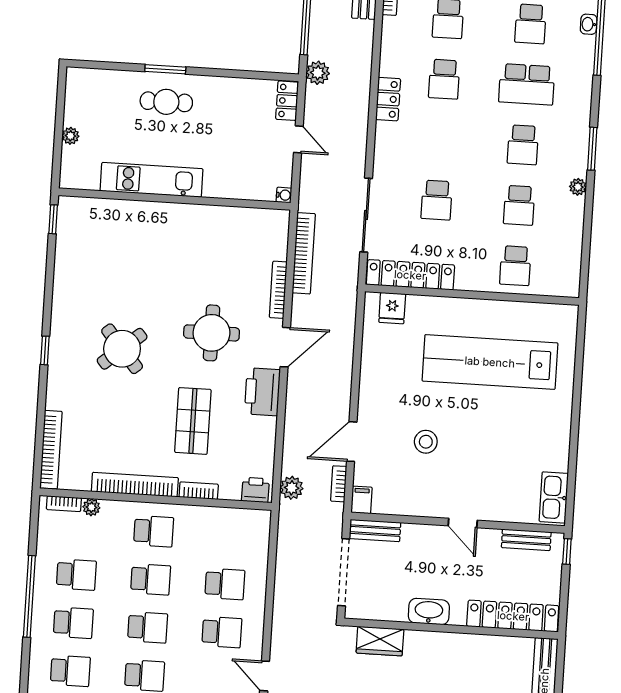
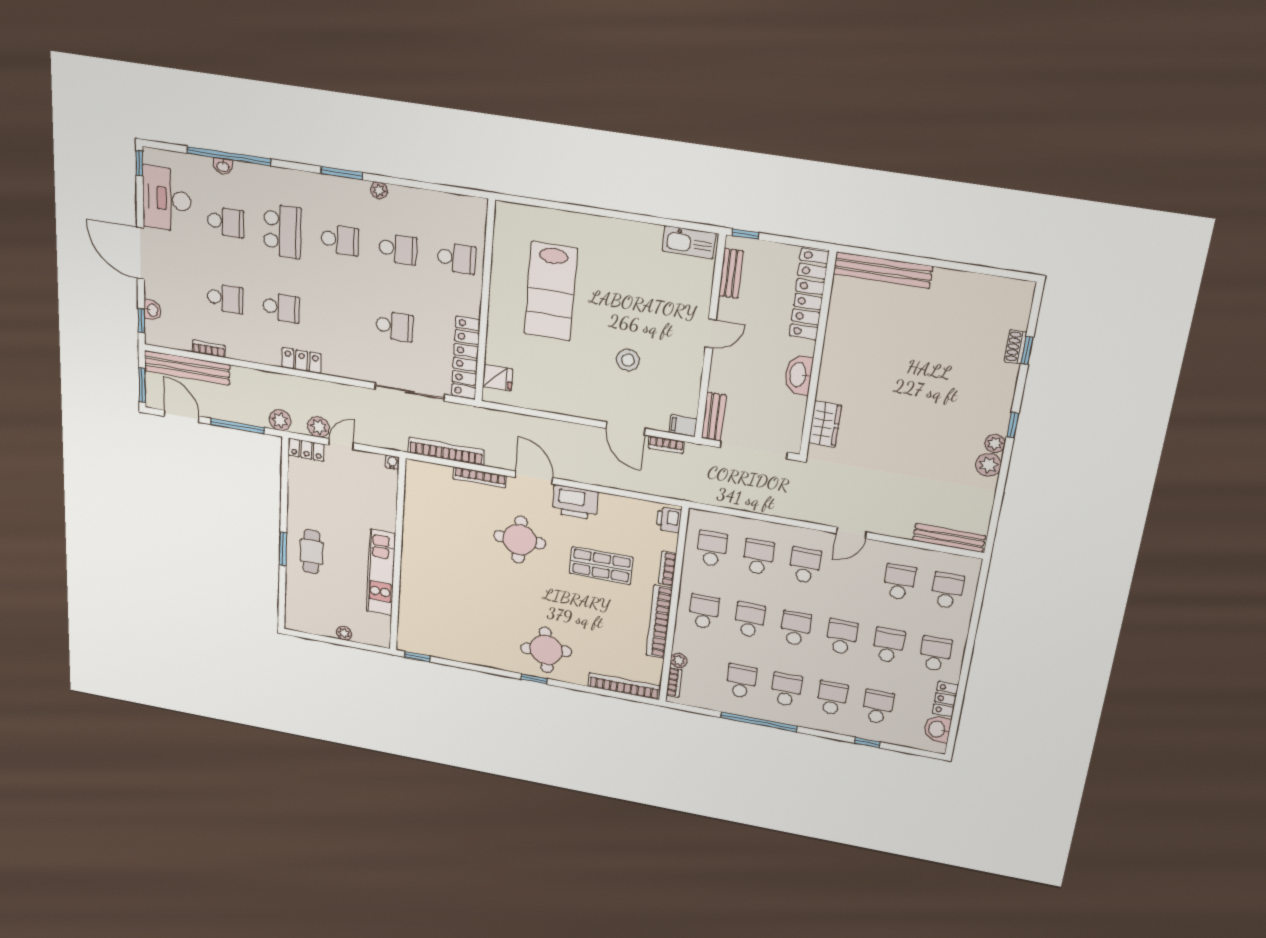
round table: (122, 349) -> (546, 650), moved, turned 33
lab bench: (490, 362) -> (551, 292), width x0.73
plant: (292, 488) -> (319, 427), moved
school desk: (228, 536) -> (712, 549), added

